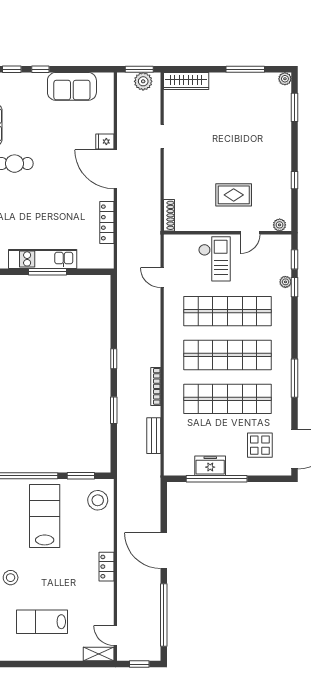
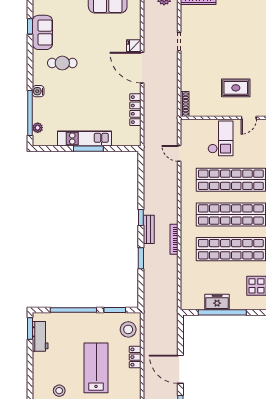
bench: (154, 436) -> (149, 229), moved
lab bench: (45, 516) -> (96, 368), moved
locker: (107, 567) -> (135, 357), moved

